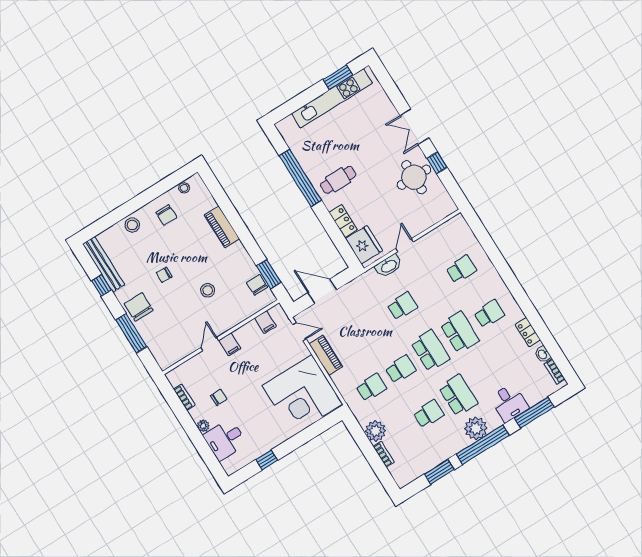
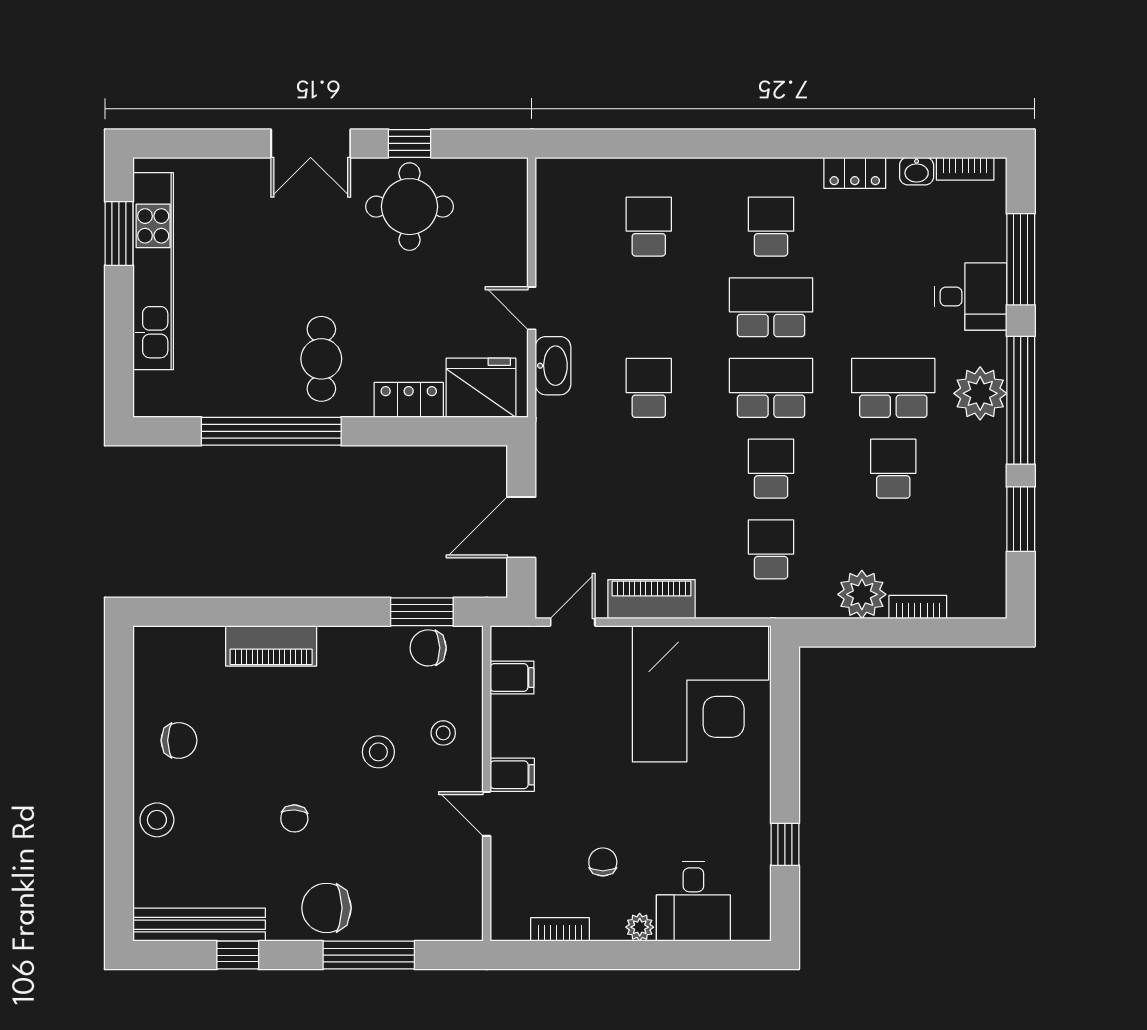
stool: (184, 188) -> (443, 733), moved

